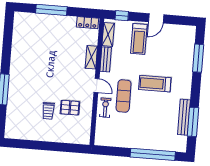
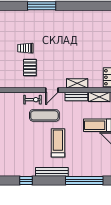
window: (198, 58) -> (84, 180), width x1.46
bench: (184, 117) -> (52, 172), moved
window: (193, 122) -> (26, 180), width x0.46

